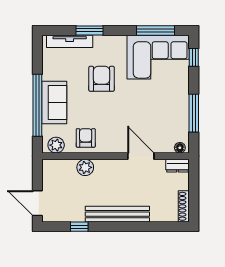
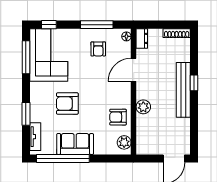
tv unit: (70, 41) -> (35, 137), width x0.71
sofa: (54, 102) -> (75, 144), moved
window: (37, 105) -> (63, 158), moved
armchair: (165, 115) -> (98, 49), added
plant: (85, 167) -> (143, 107), moved
window: (79, 227) -> (194, 83), moved

